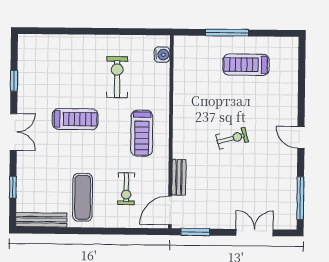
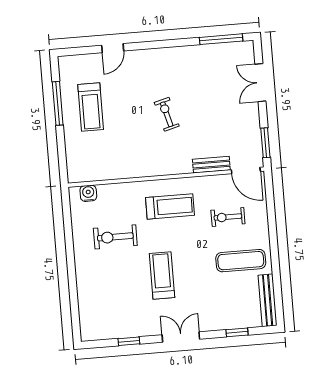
window: (227, 33) -> (58, 103), moved
door: (301, 137) -> (113, 48), moved
exercise bike: (126, 189) -> (228, 217), turned 180

